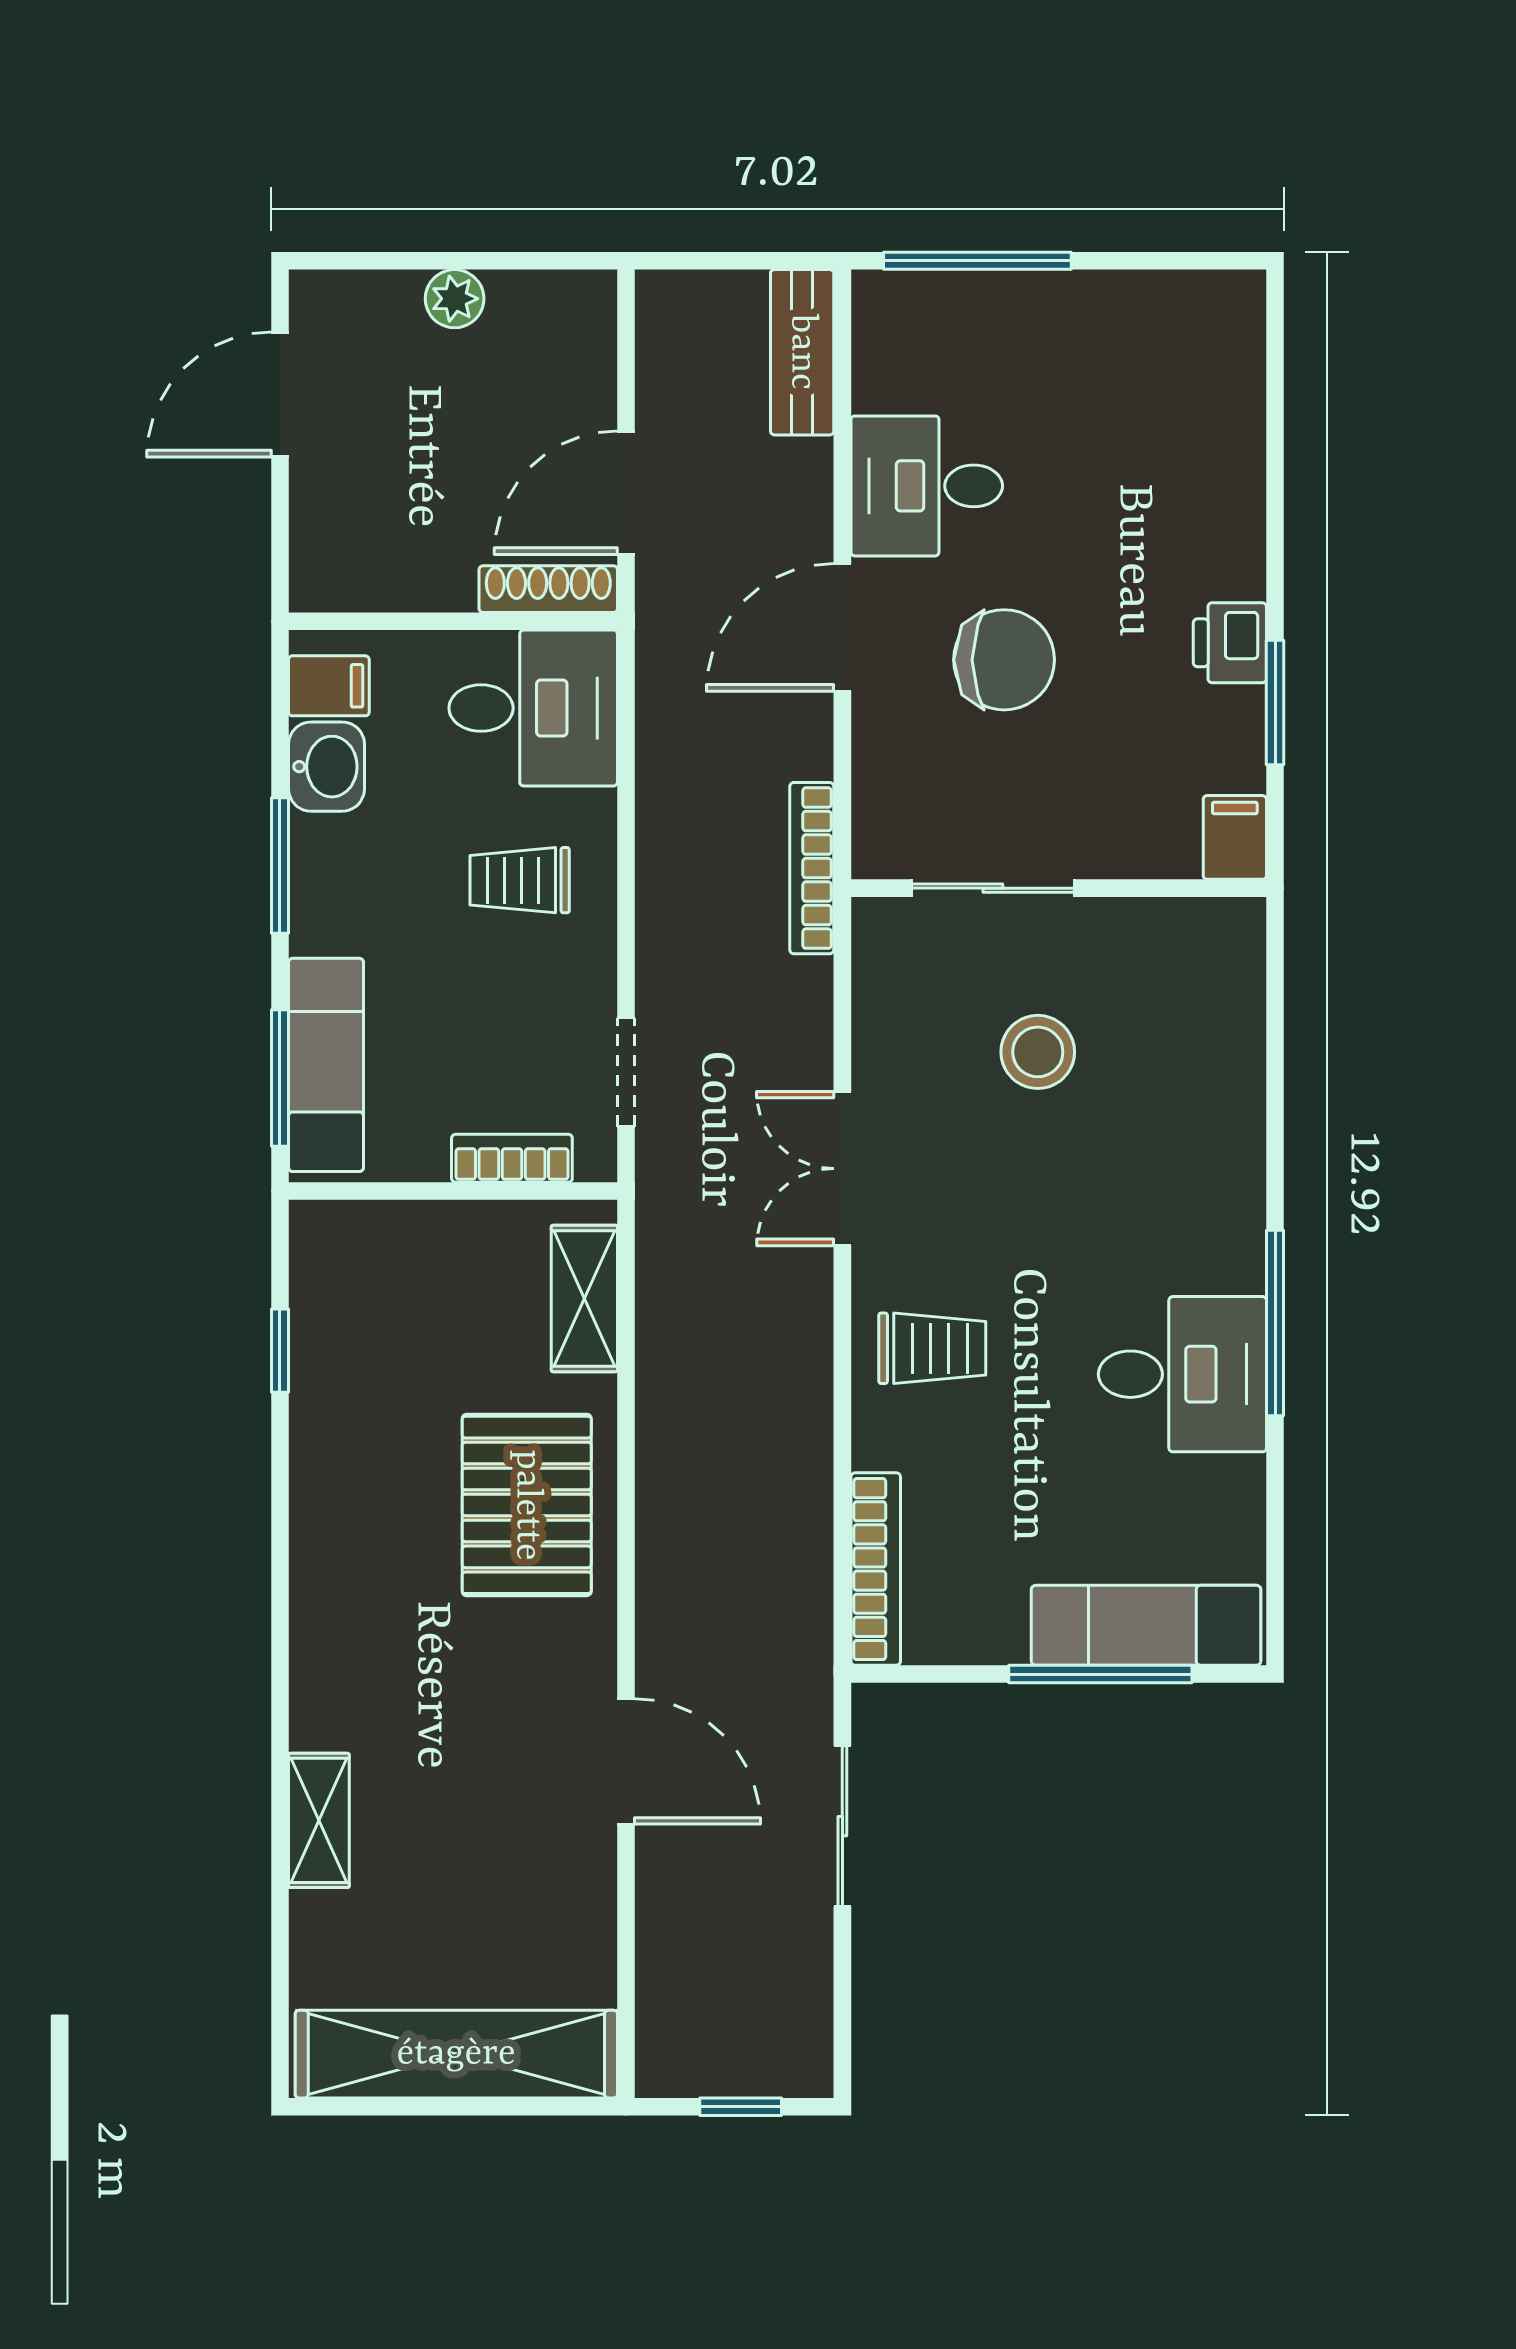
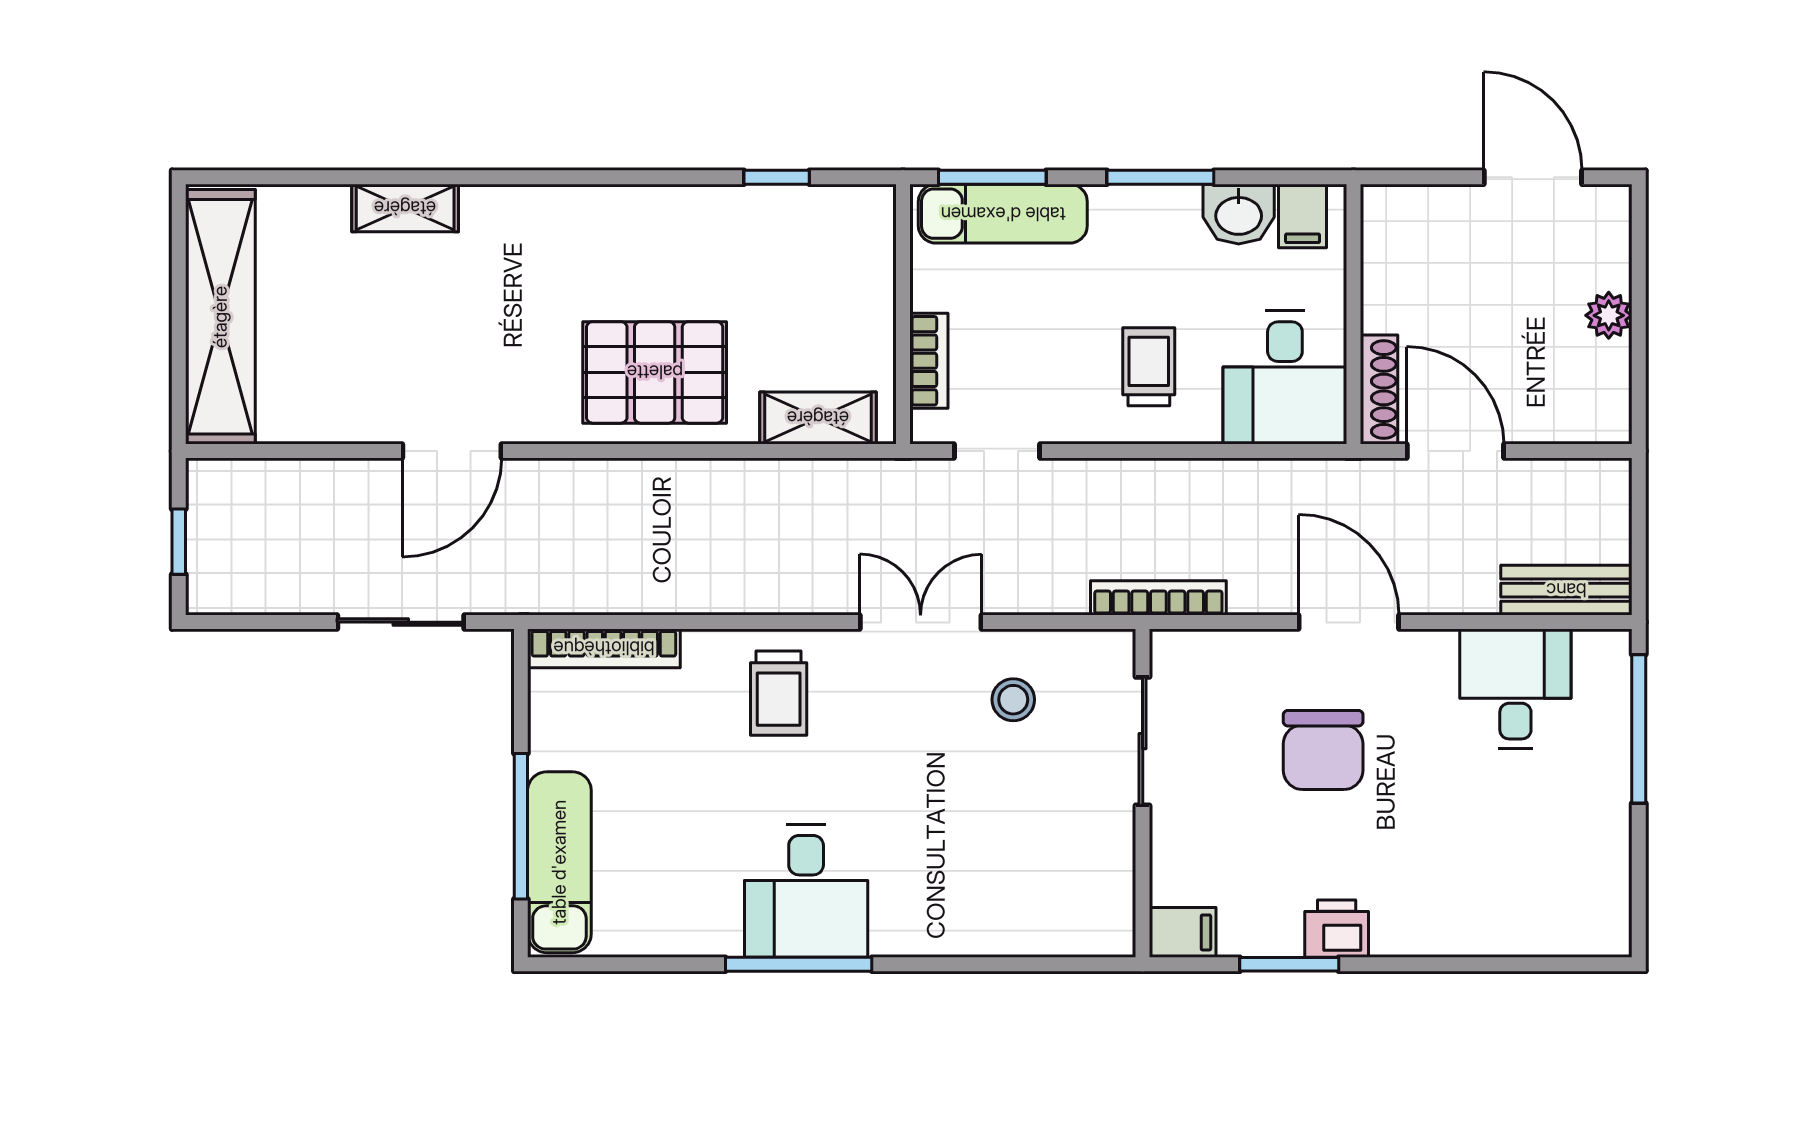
desk: (927, 486) -> (1515, 689), moved
stool: (1038, 1052) -> (1013, 700), moved, width x0.73, depth x0.73
desk: (1182, 1374) -> (806, 891), moved

